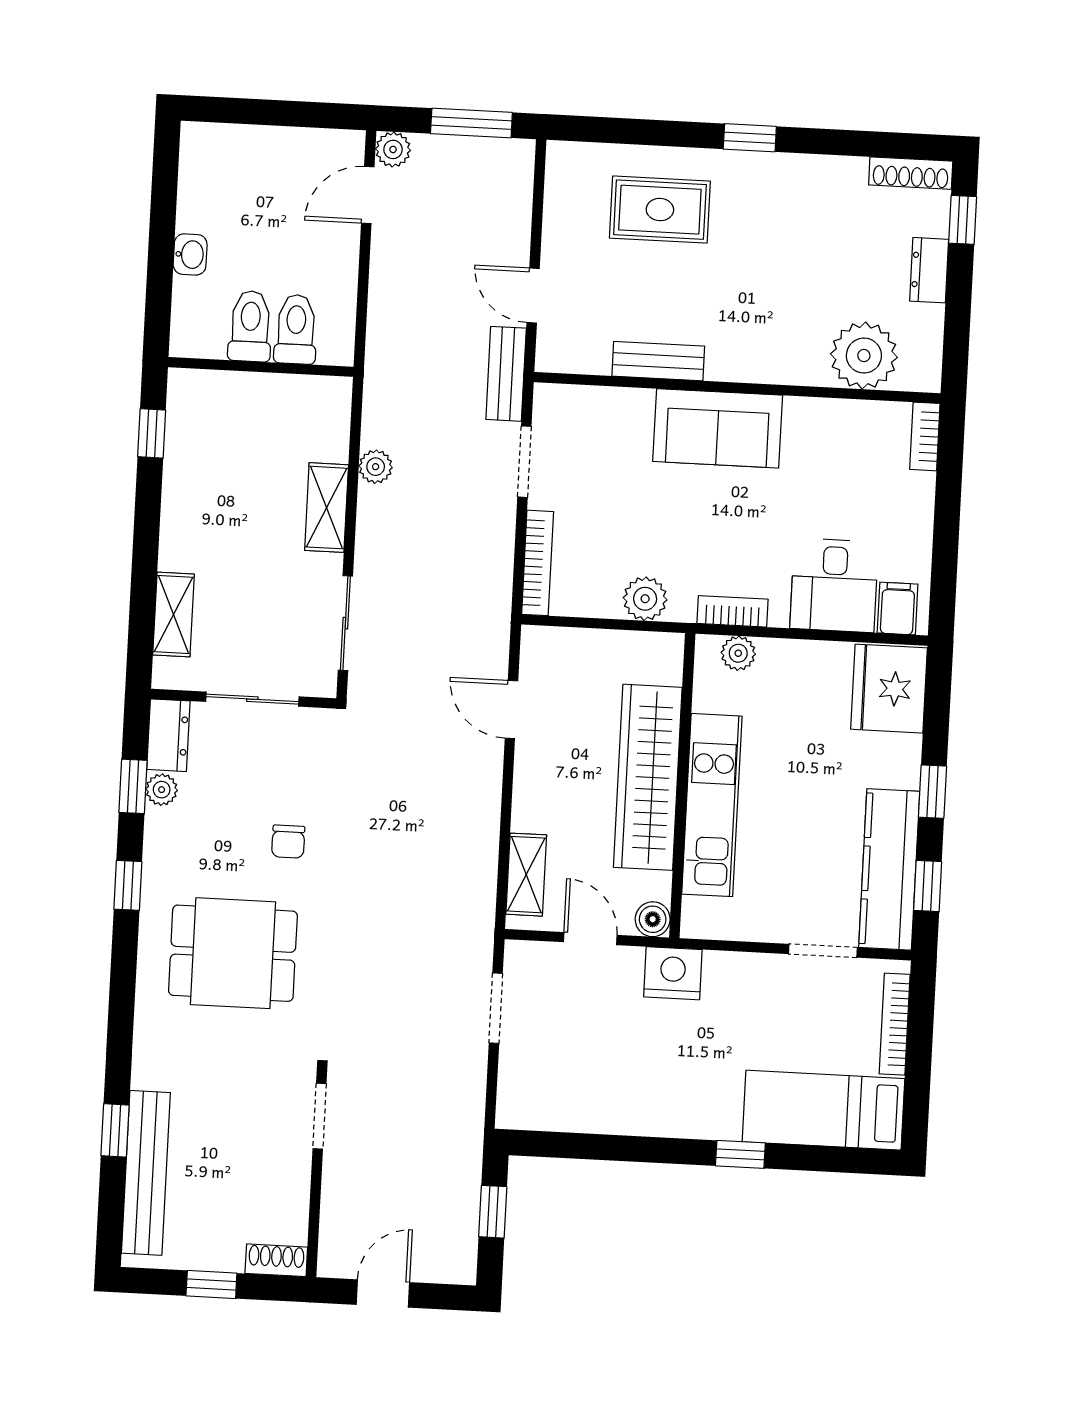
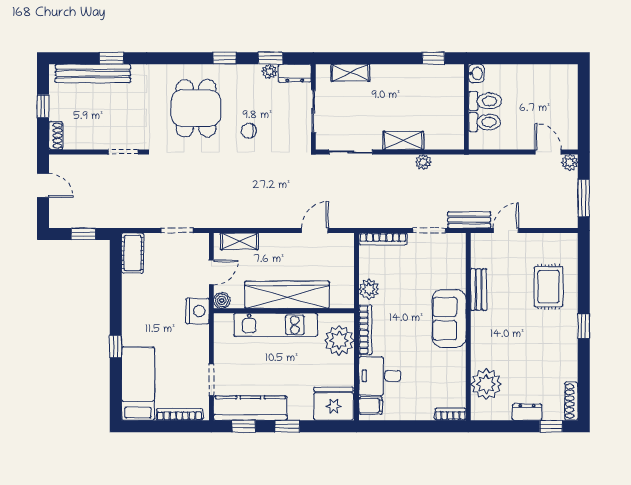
washbasin: (190, 254) -> (476, 73), moved, turned -90
bookcase: (732, 611) -> (365, 330), width x1.56
plant: (738, 653) -> (339, 340), width x1.87, depth x1.87
cot: (540, 1107) -> (133, 253), added

